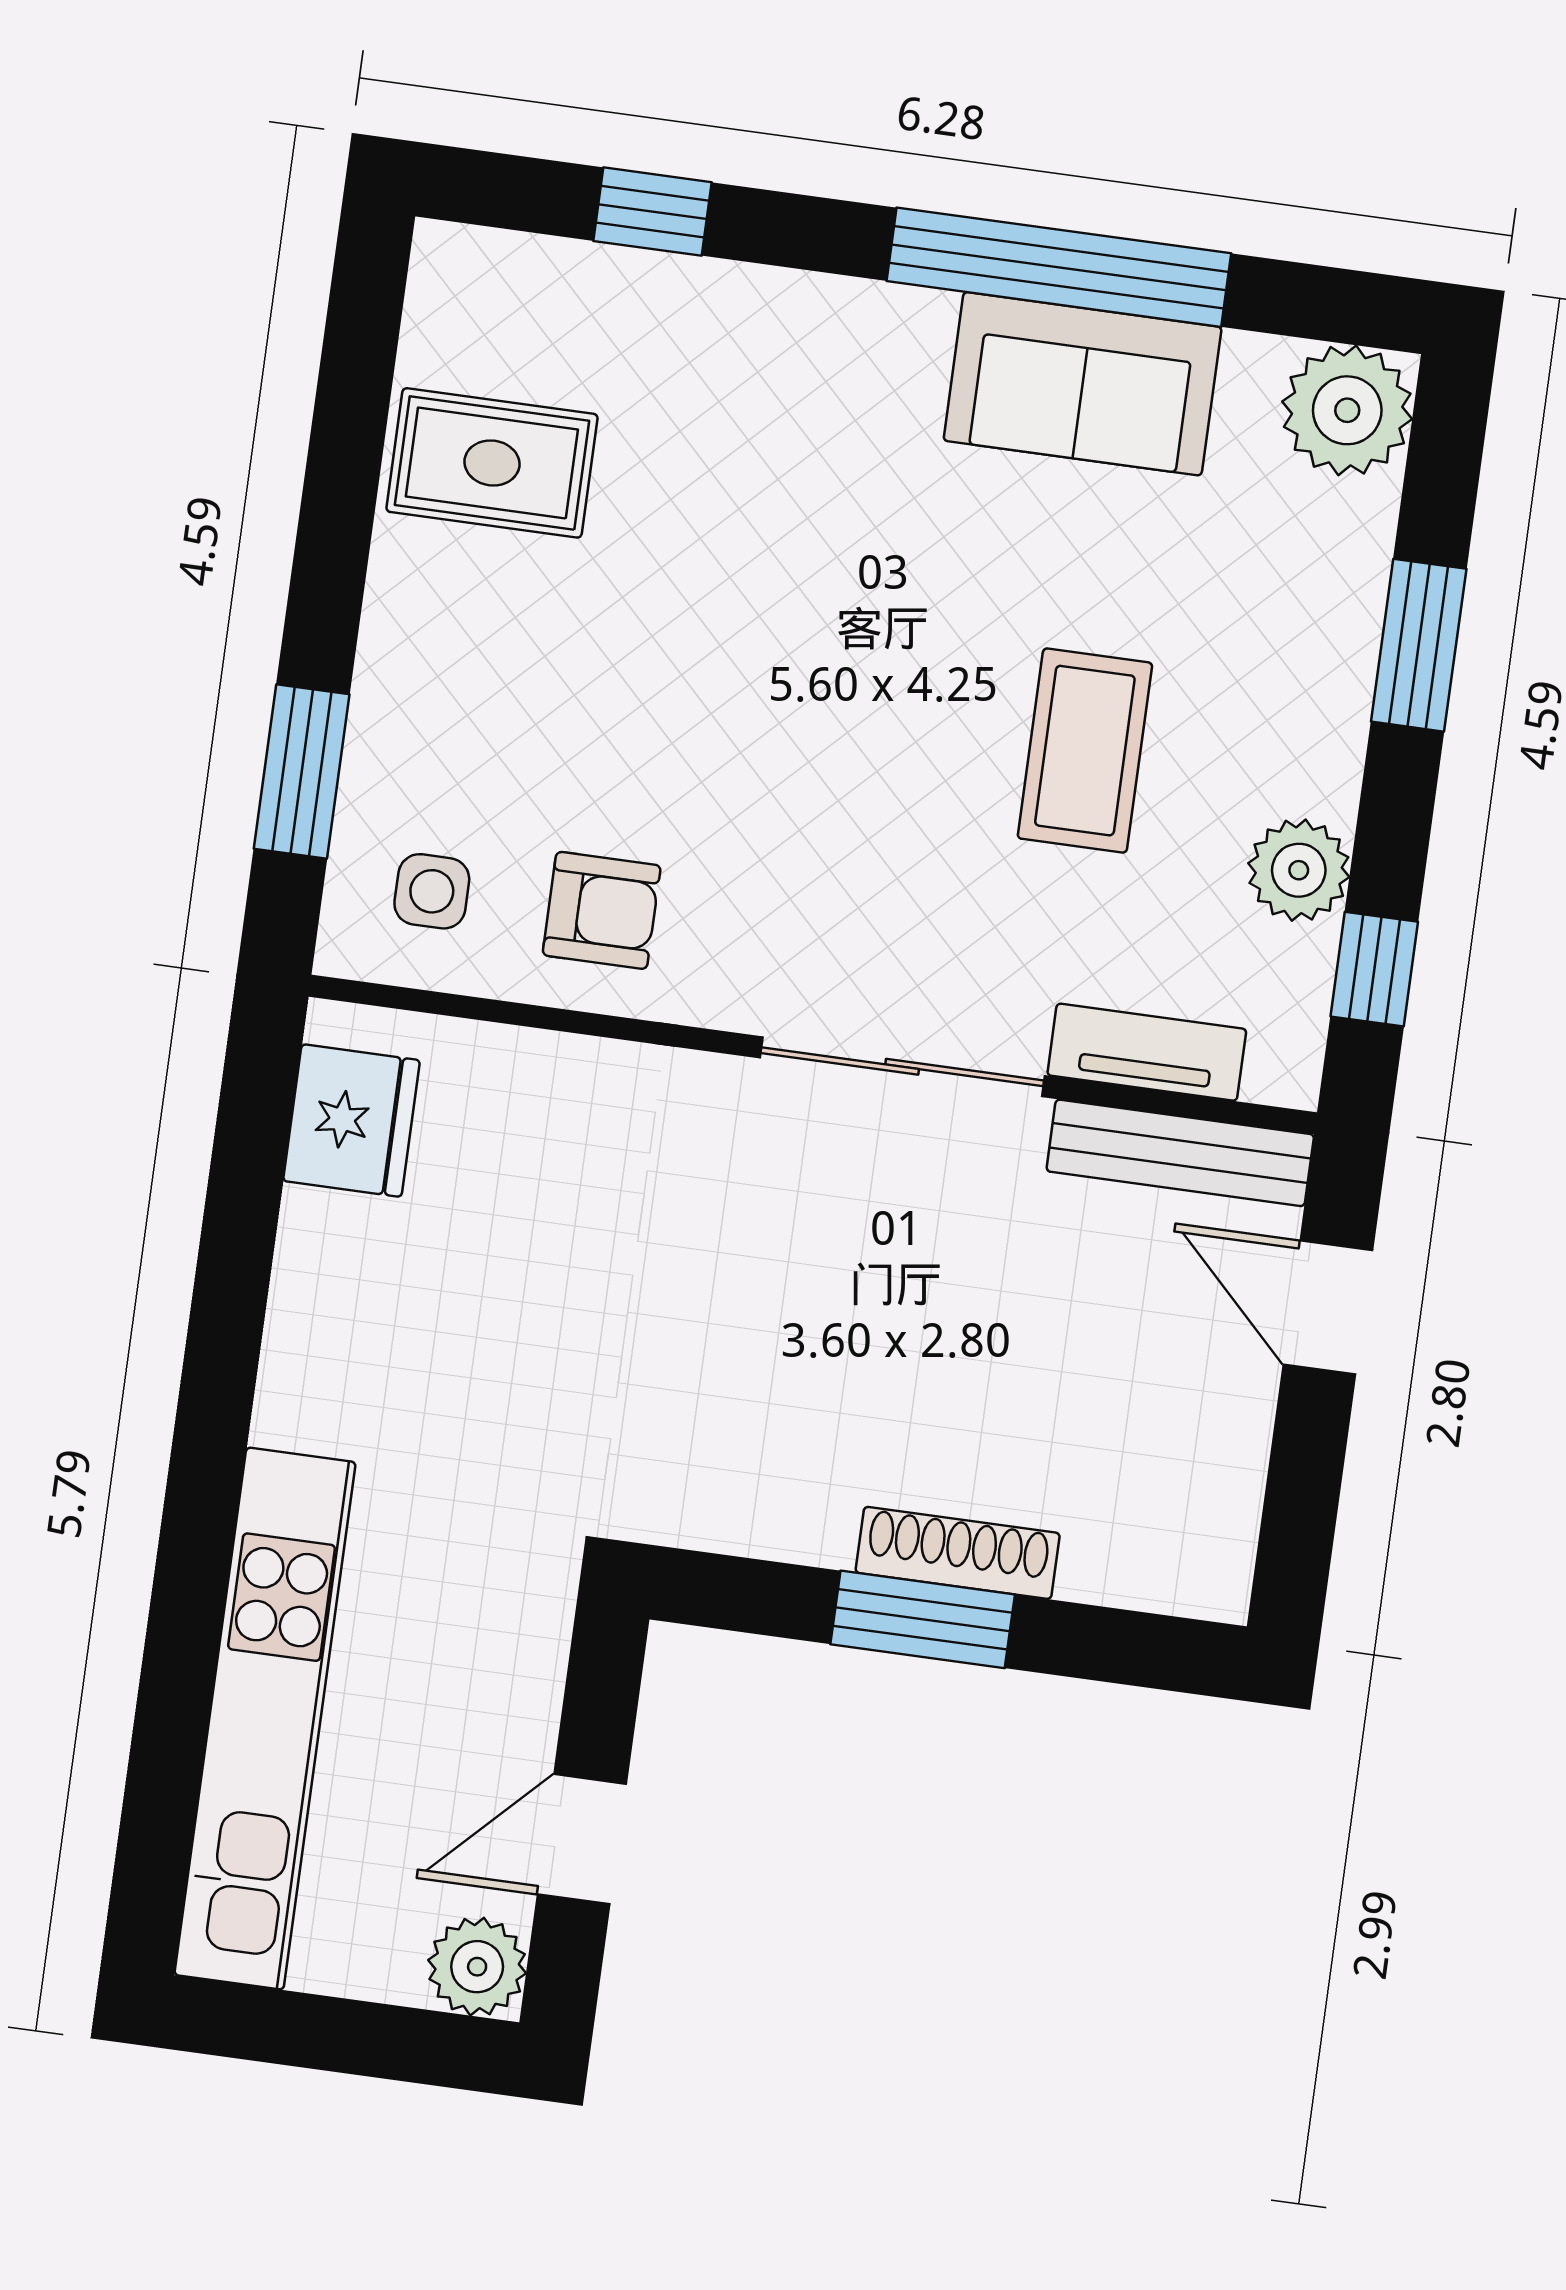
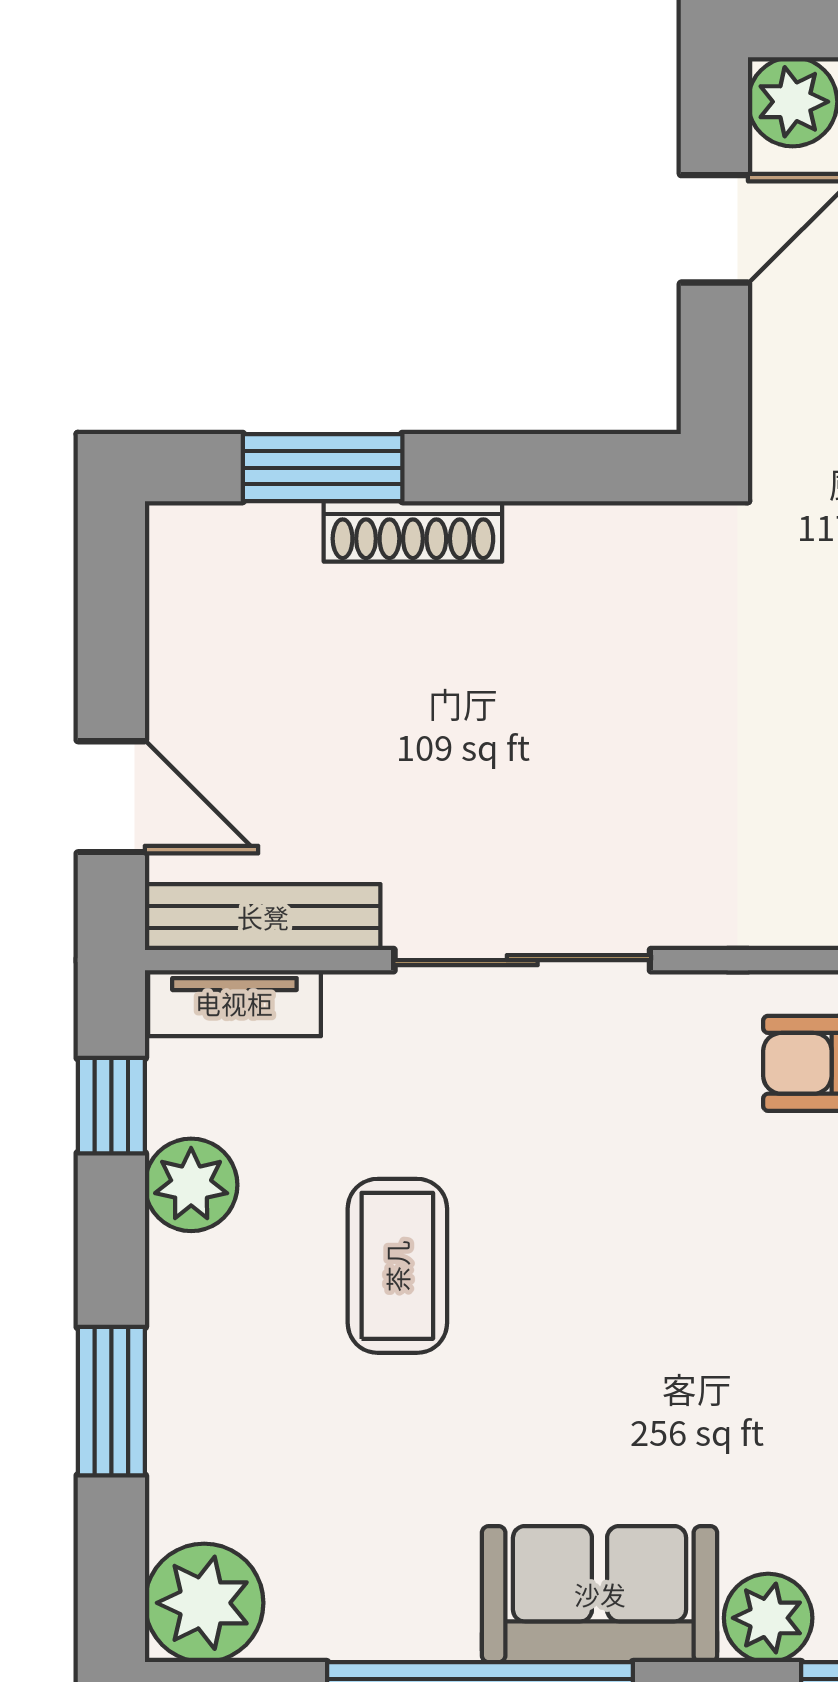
plant: (732, 309) -> (768, 1618), added
sofa: (1083, 384) -> (600, 1594), moved
tv unit: (1147, 1052) -> (234, 1003), moved
window: (923, 1619) -> (323, 468), moved

